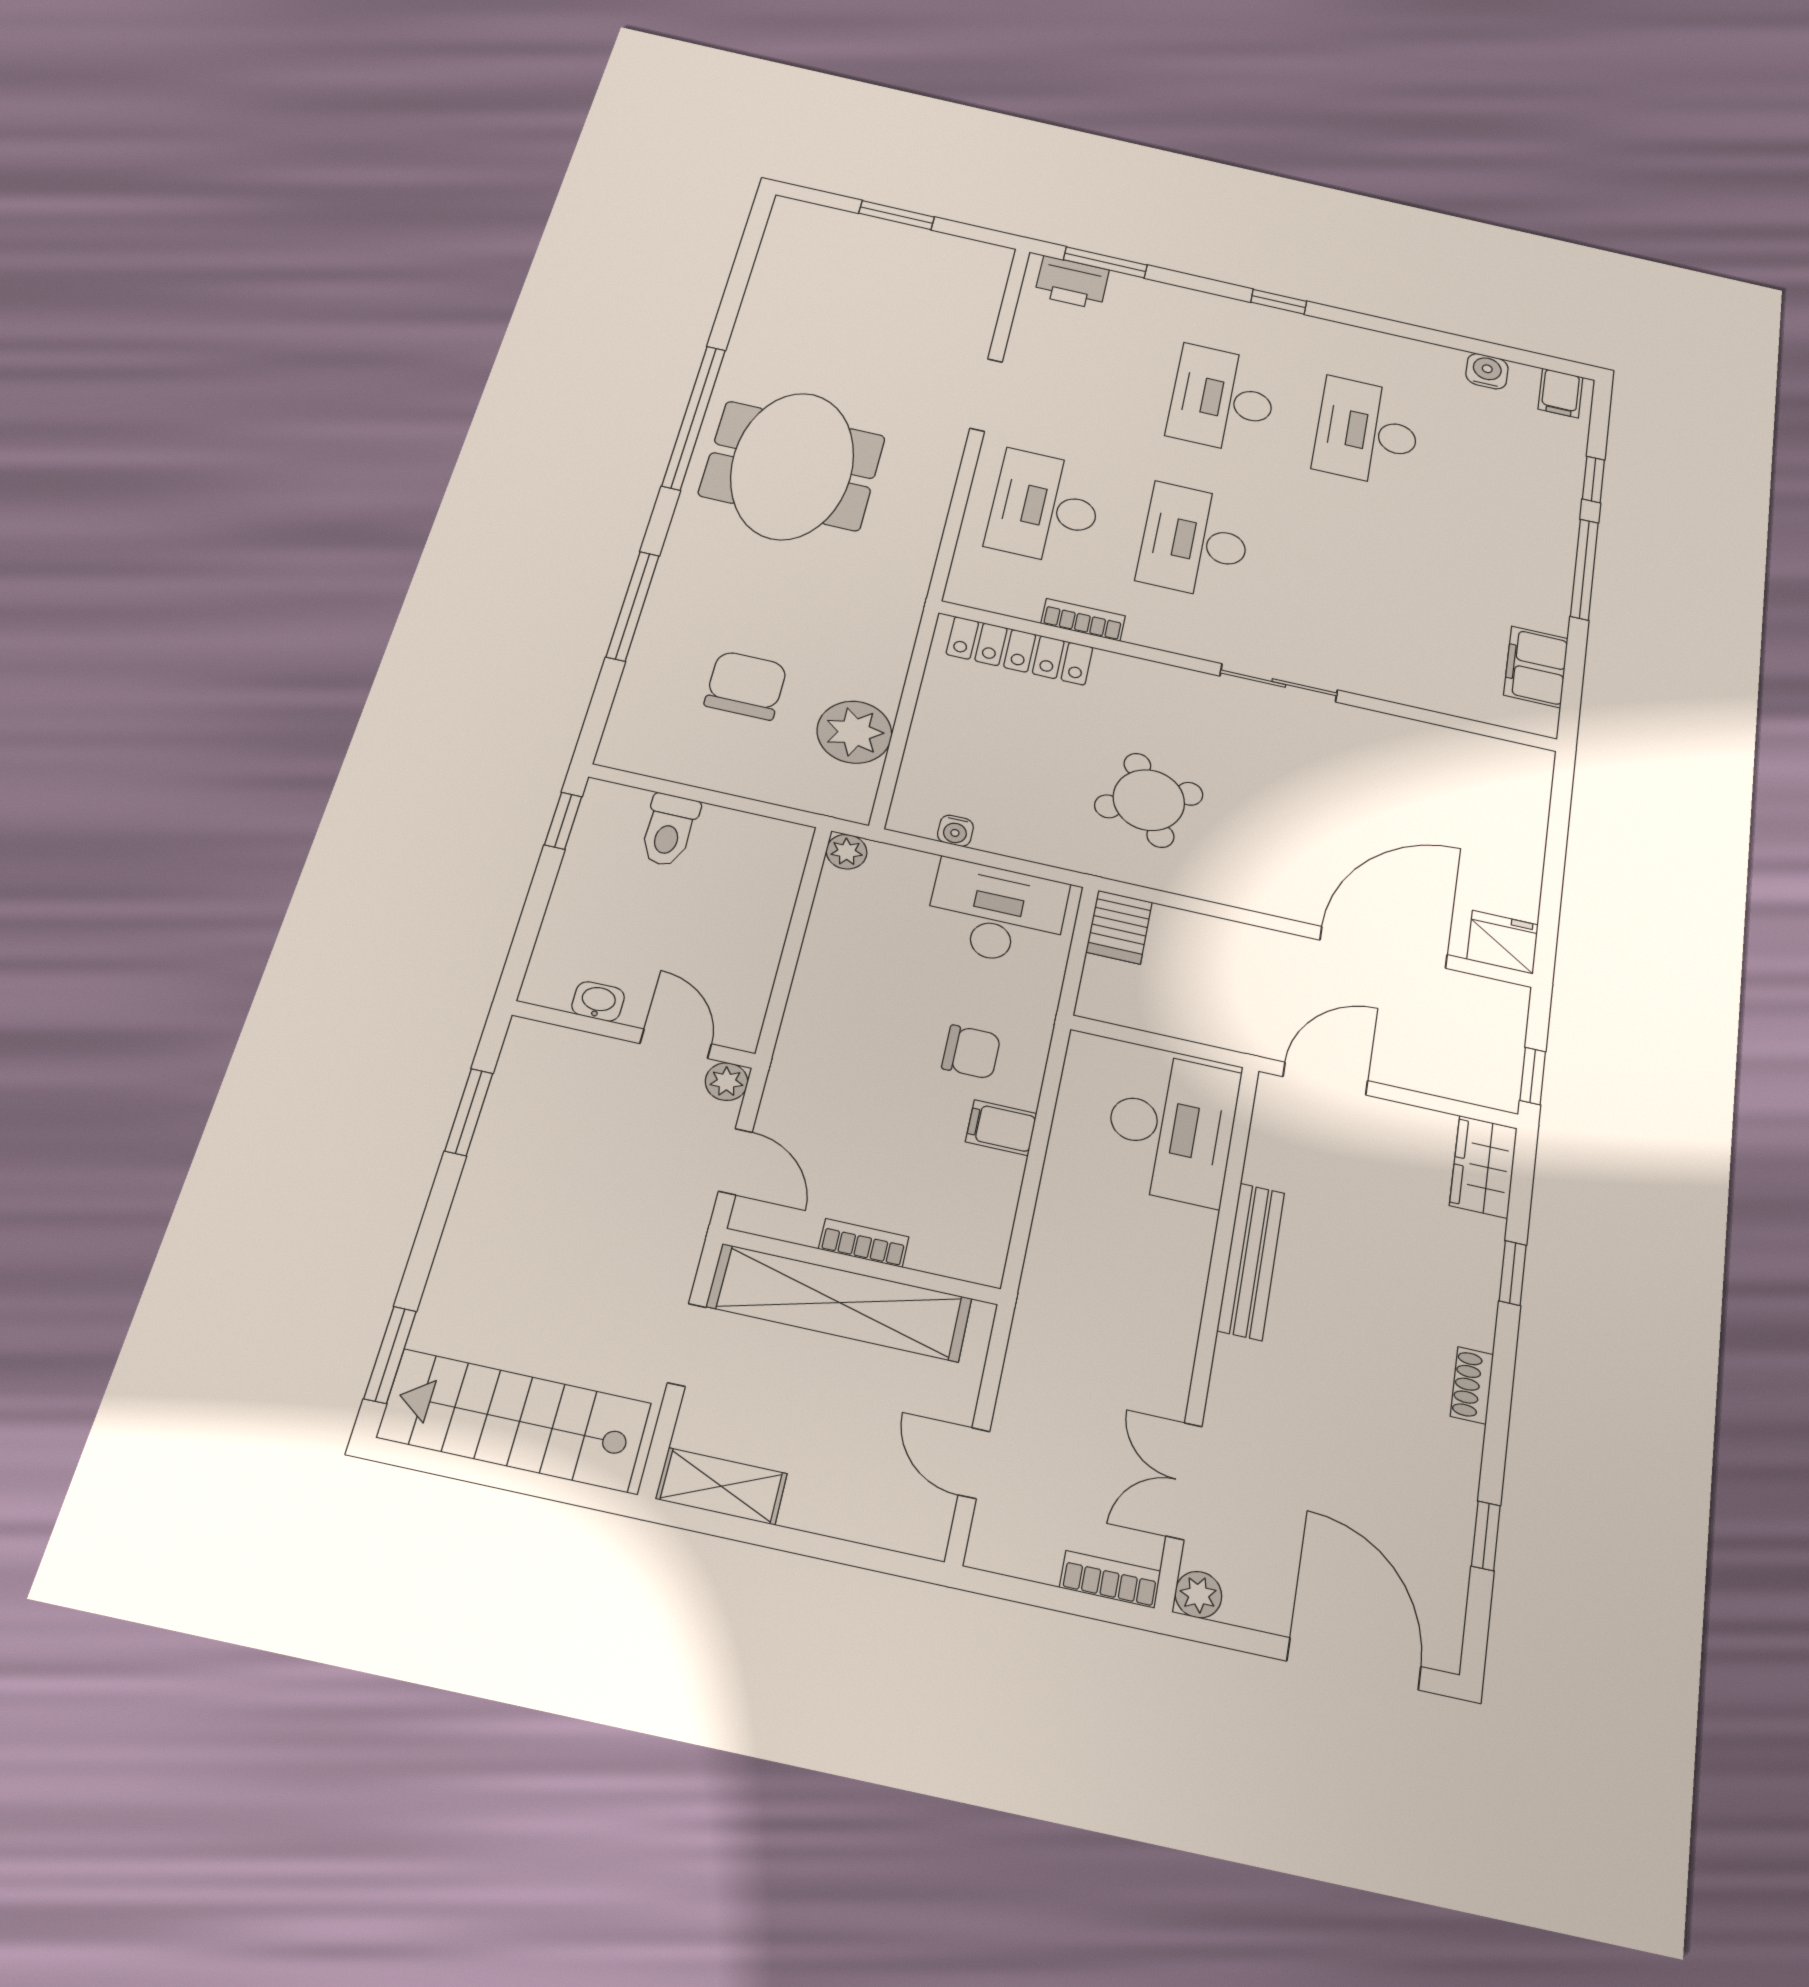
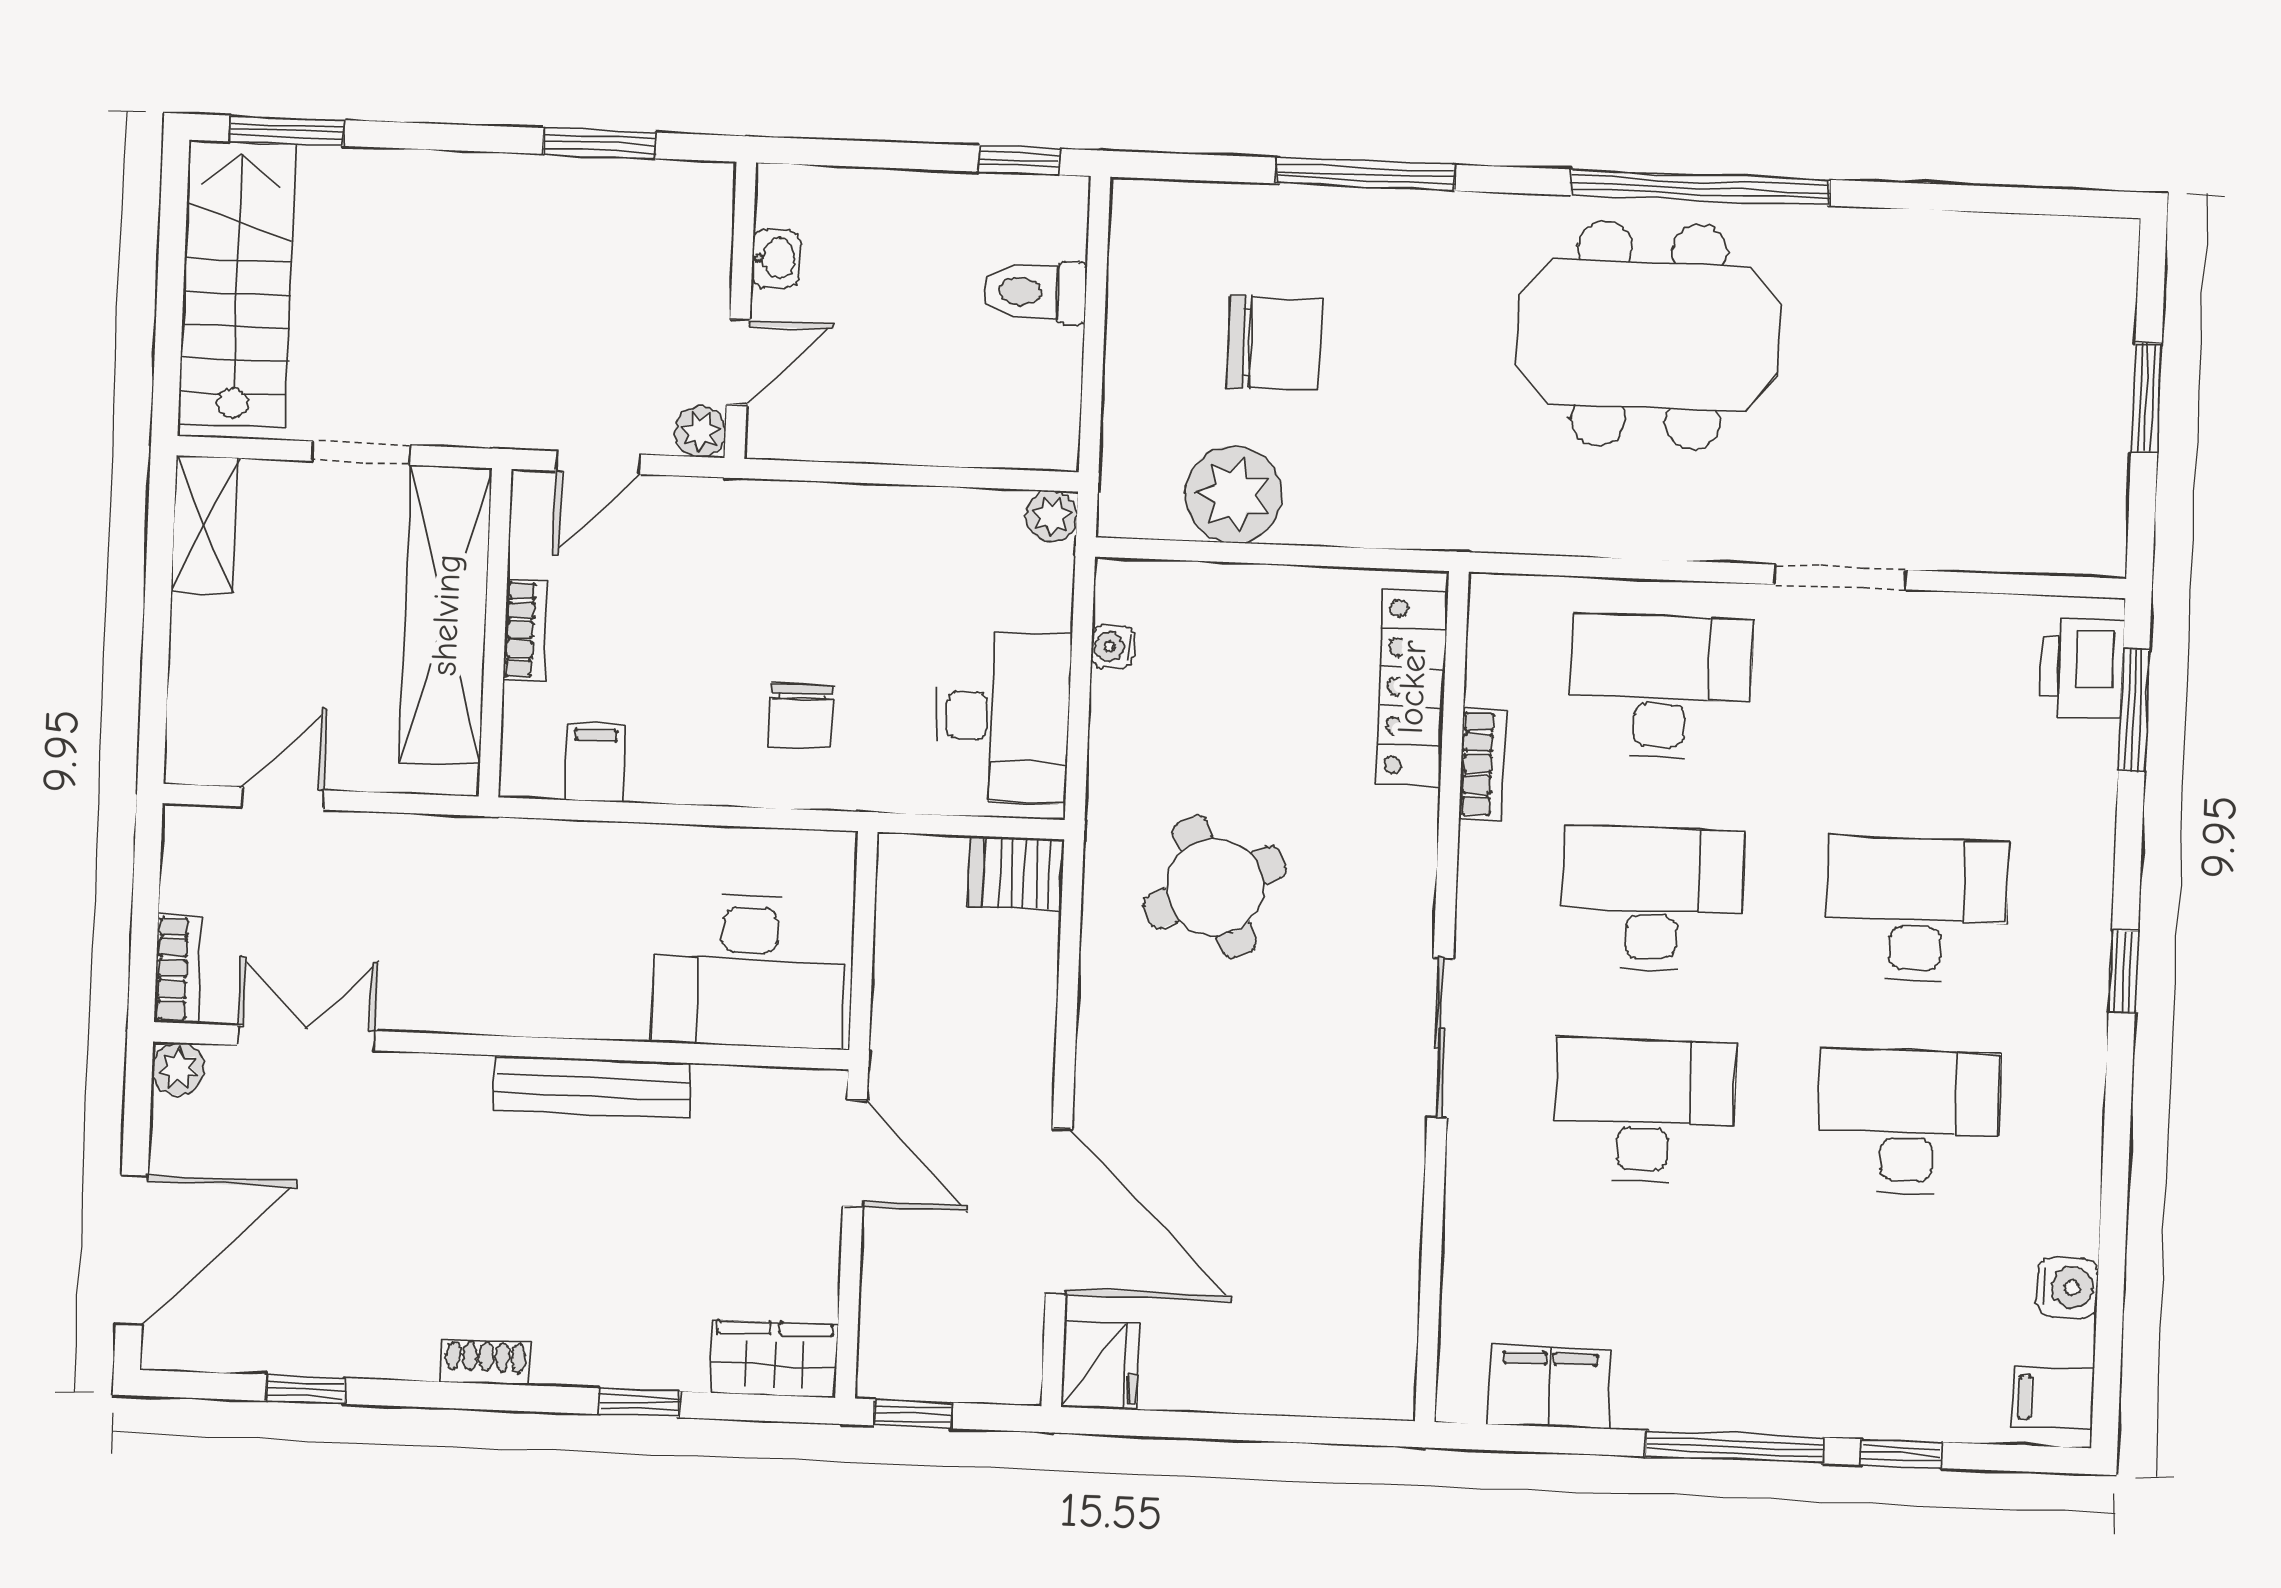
desk: (1344, 575) -> (1643, 1111), added
filing cabinet: (1001, 1128) -> (595, 762), moved

